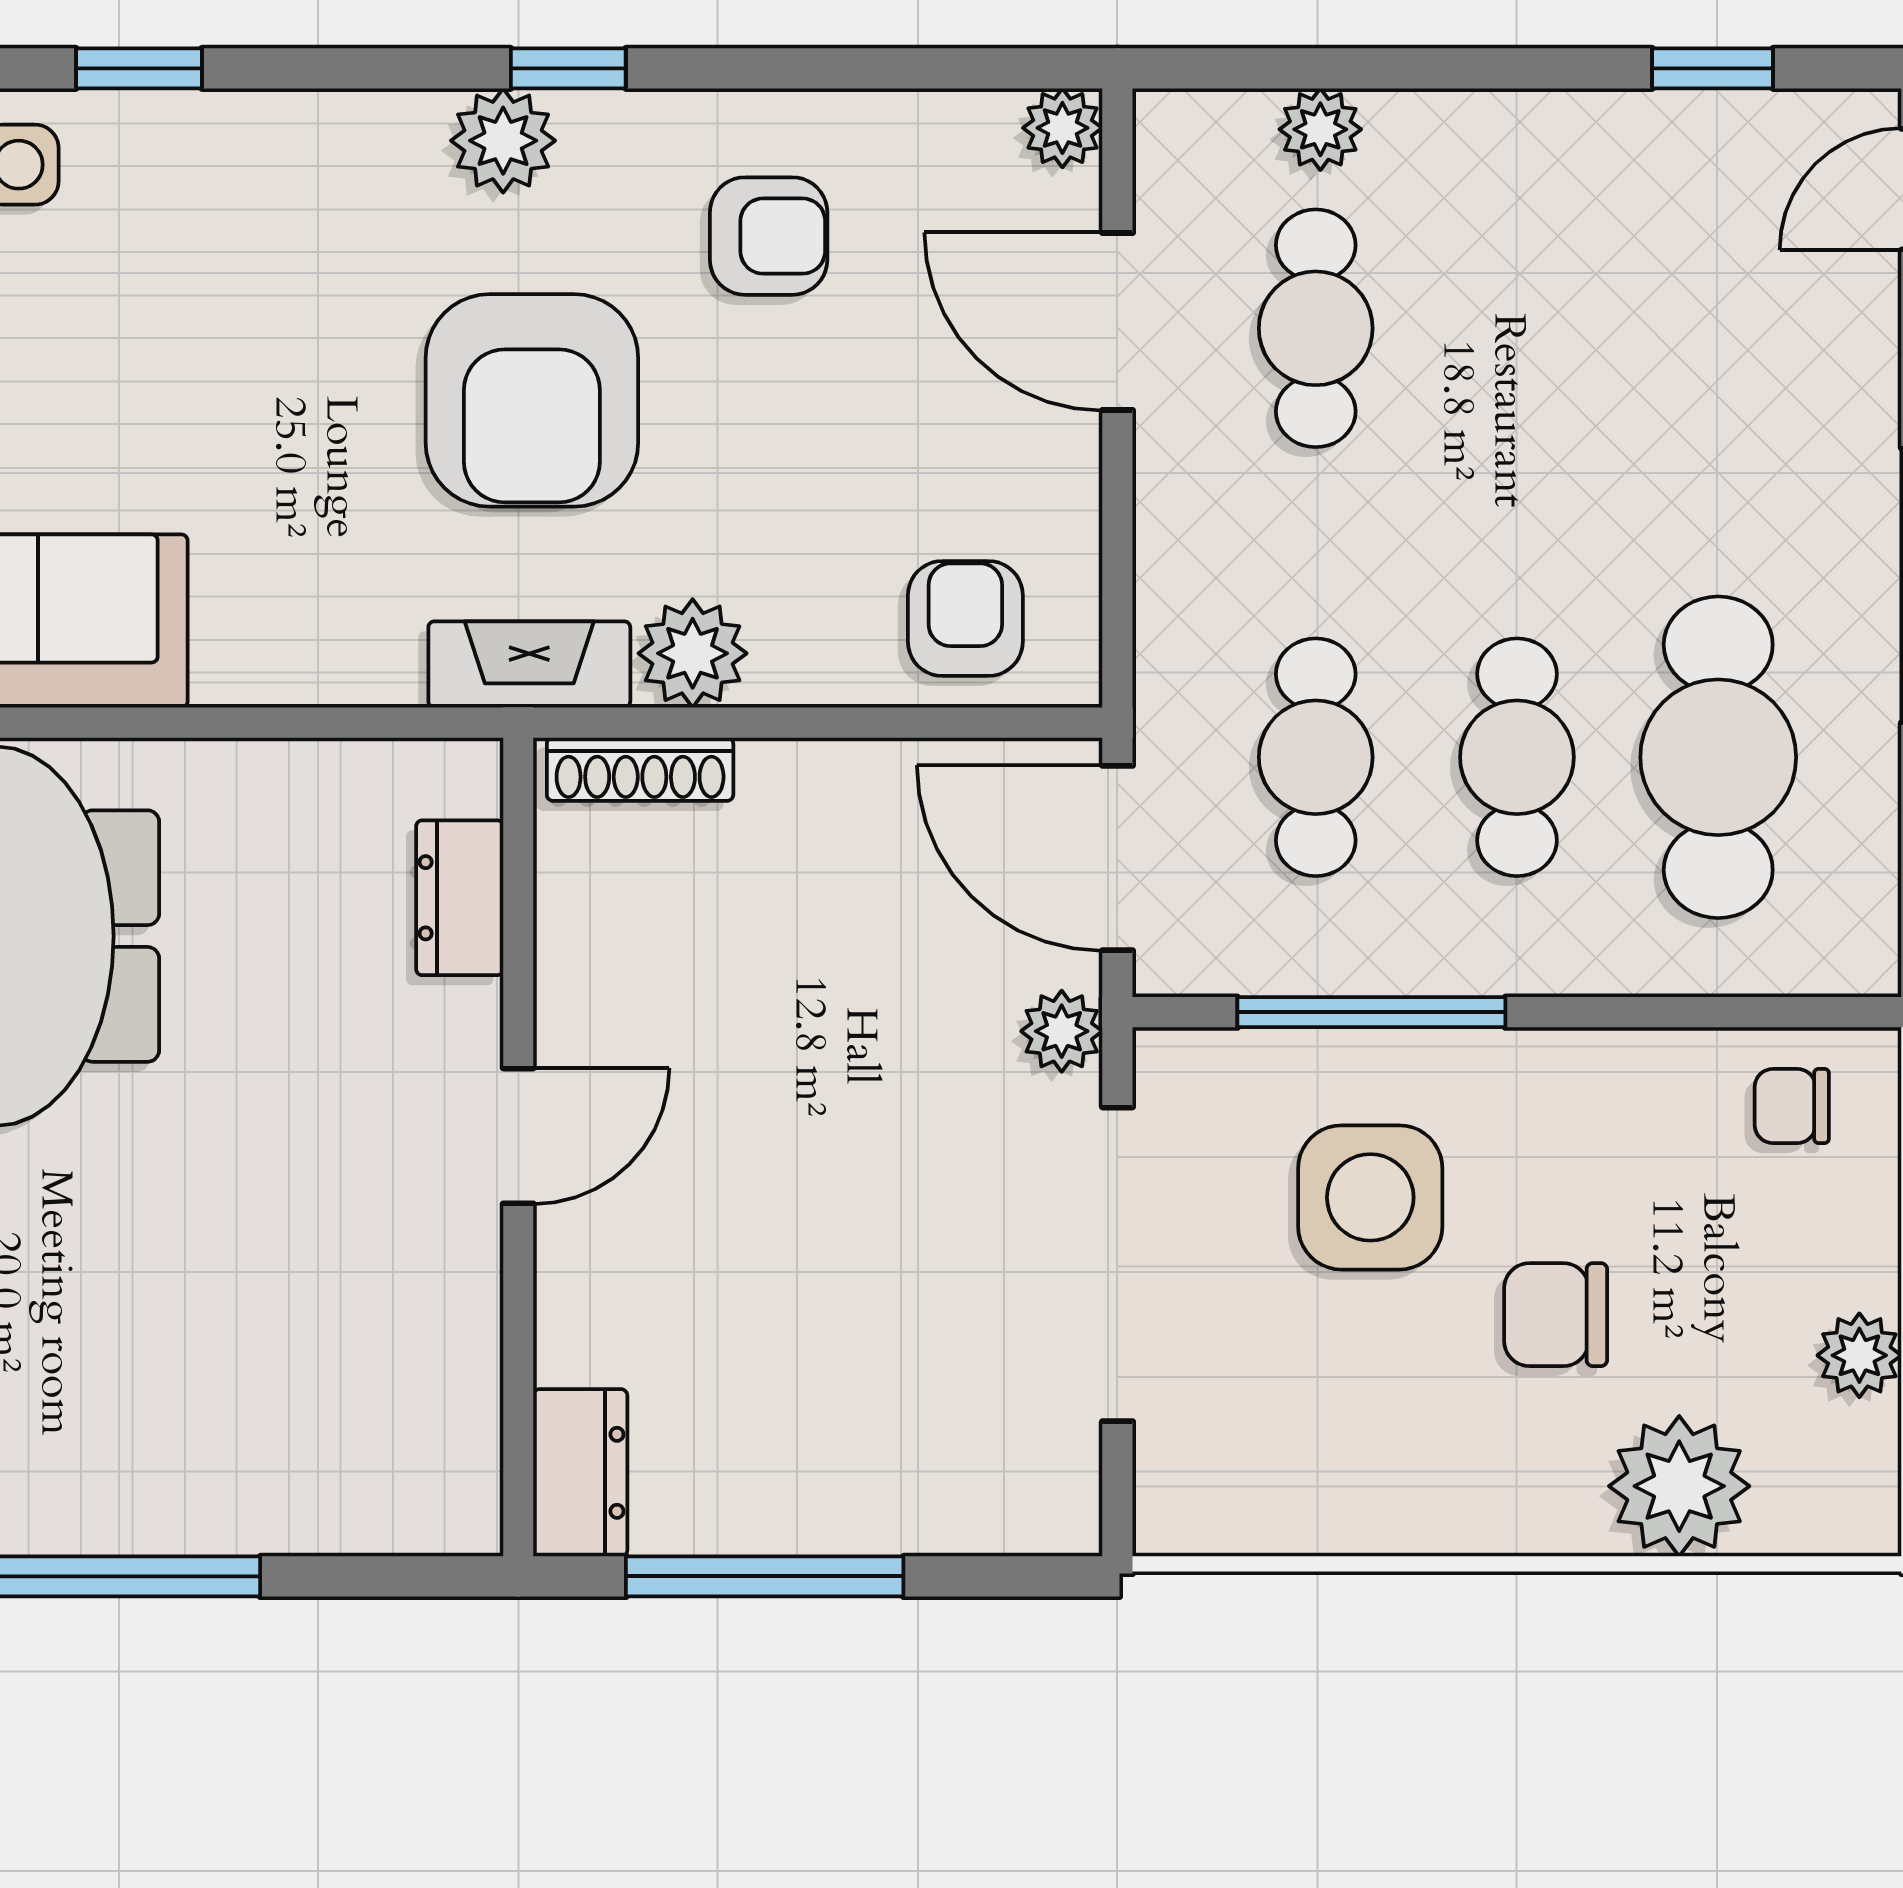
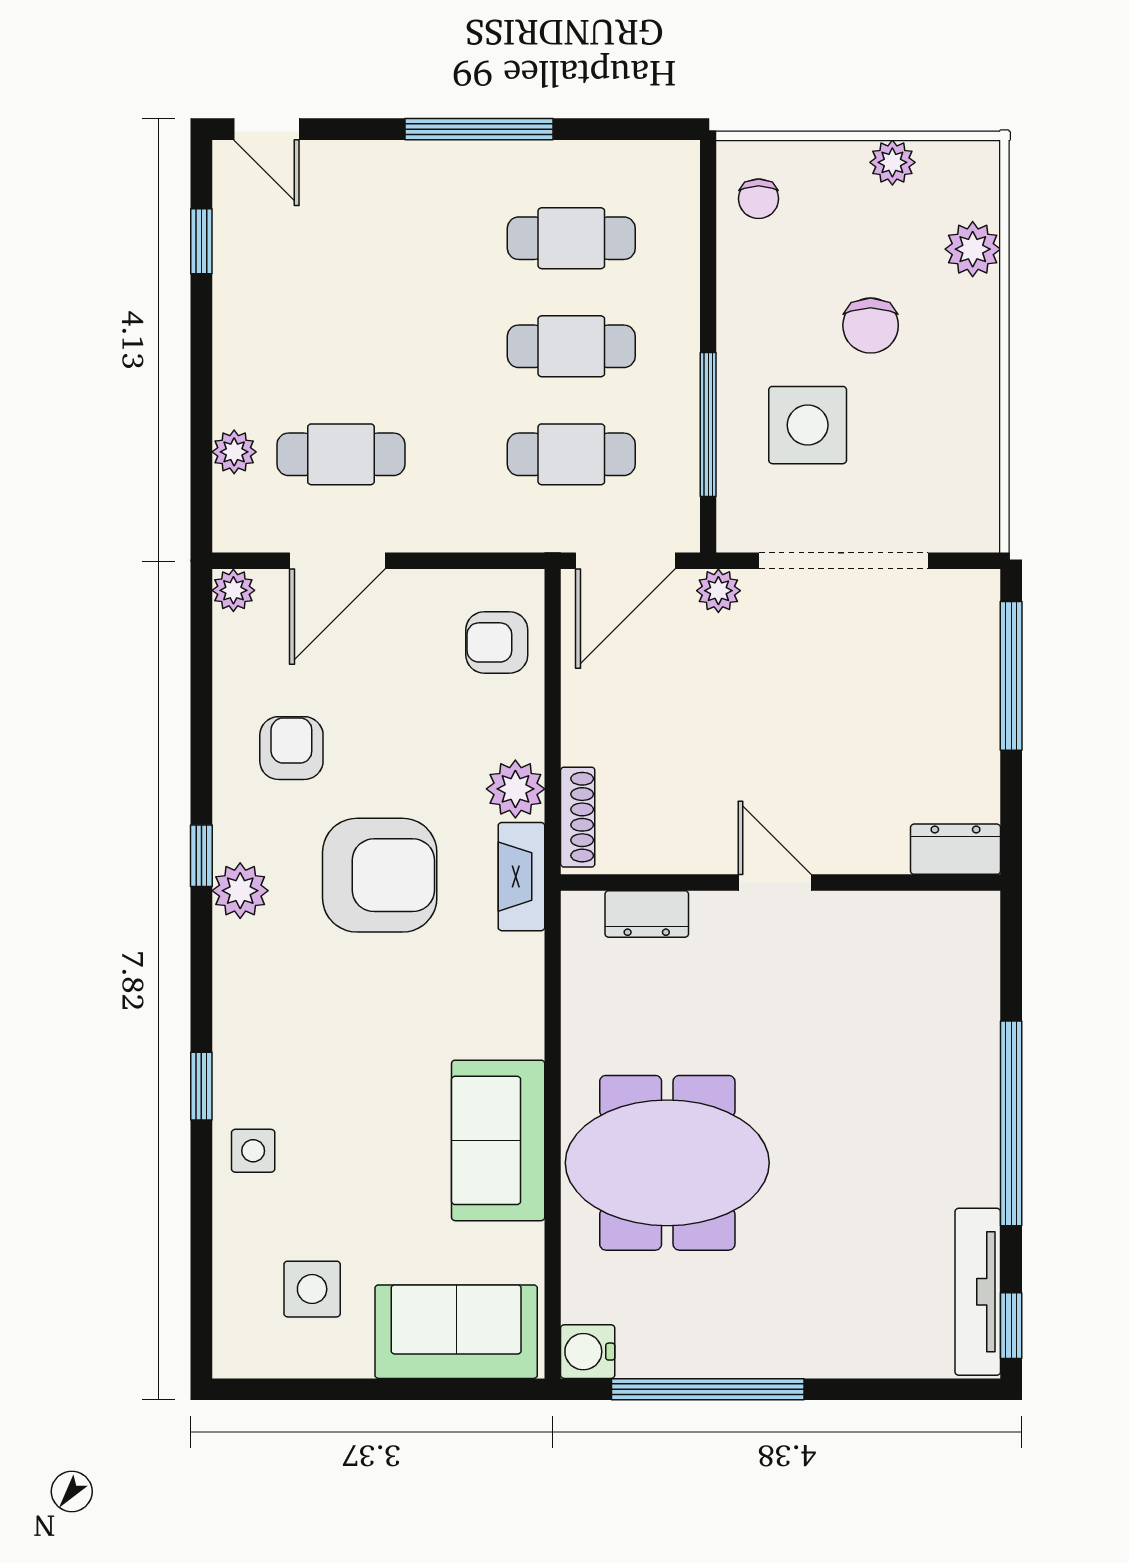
cafe table: (1718, 757) -> (571, 238), width x0.73, depth x0.74
plant: (1679, 1486) -> (973, 249), width x0.73, depth x0.73
window: (765, 1576) -> (1011, 676), moved

